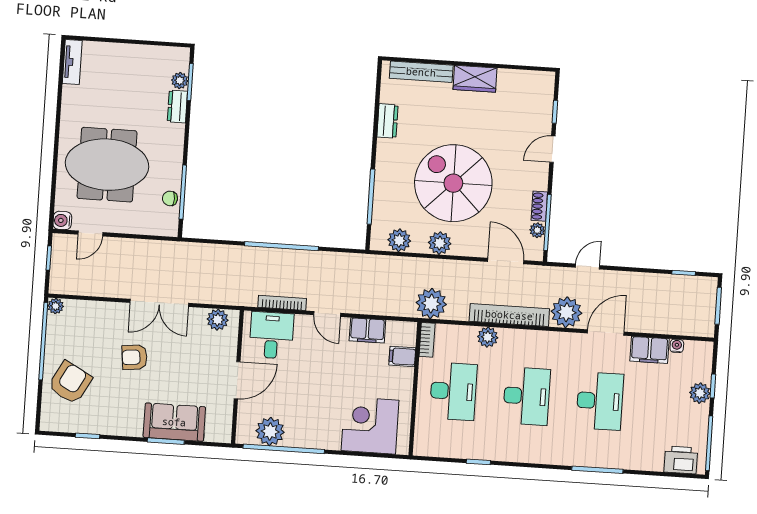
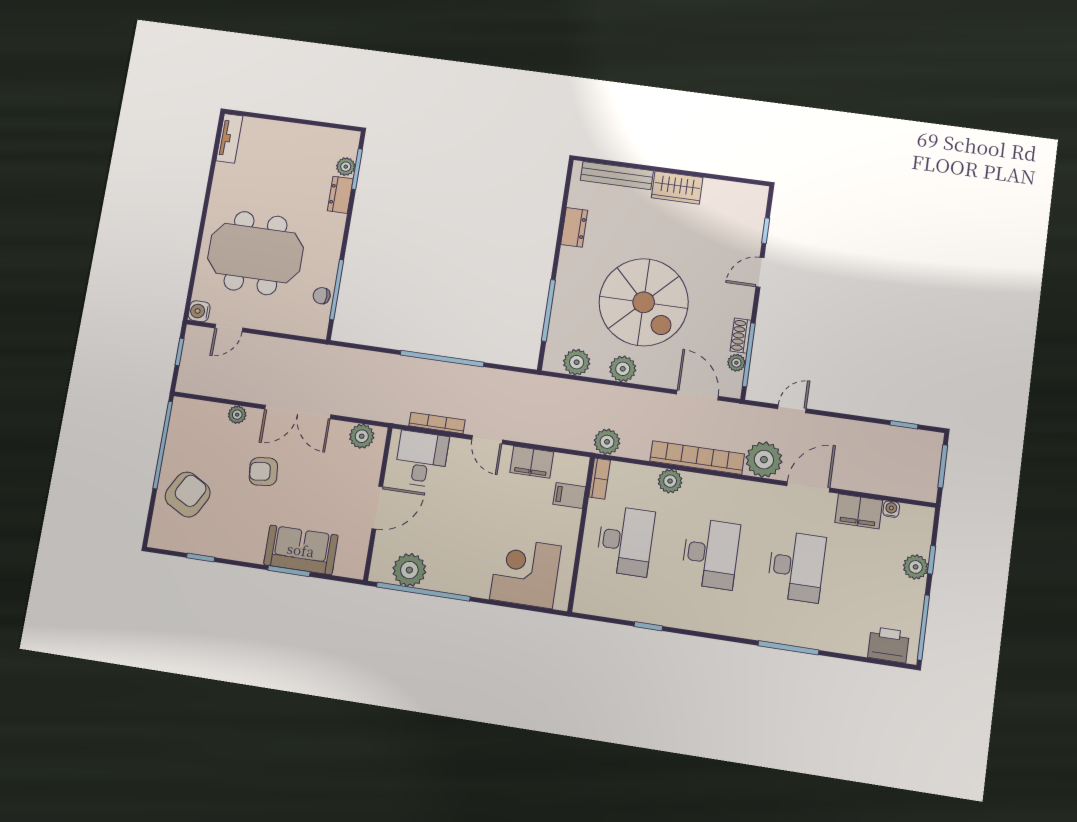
spiral stairs: (453, 183) -> (644, 302), turned 180
plant: (431, 303) -> (607, 442), width x0.73, depth x0.73
plant: (56, 306) -> (237, 415), moved

